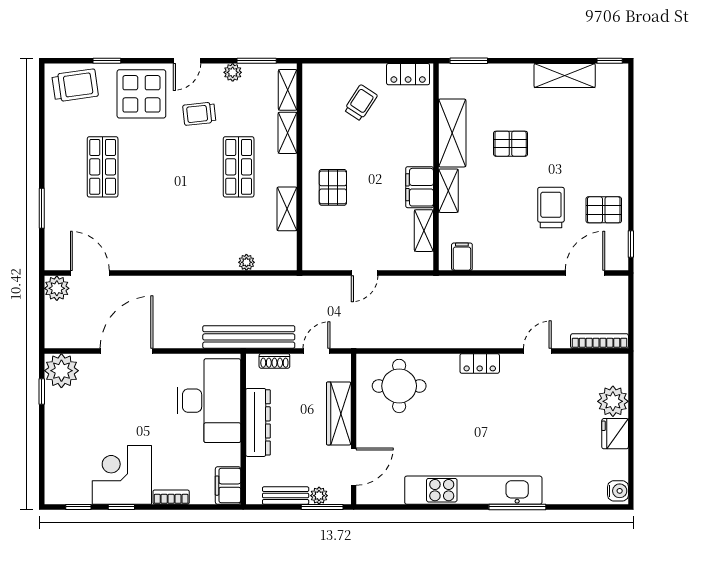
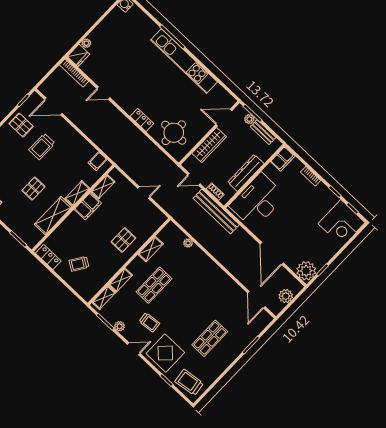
pallet: (511, 144) -> (33, 189), turned 90
plant: (57, 288) -> (286, 296), moved
door: (127, 351) -> (272, 253), hinge flipped
locker: (480, 363) -> (142, 120), moved
plant: (613, 401) -> (86, 43), width x0.53, depth x0.53
fridge: (615, 434) -> (78, 55), moved
corner desk: (122, 475) -> (342, 223), moved

